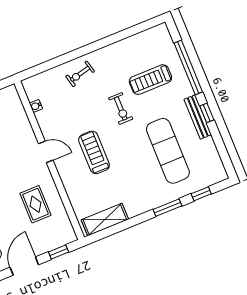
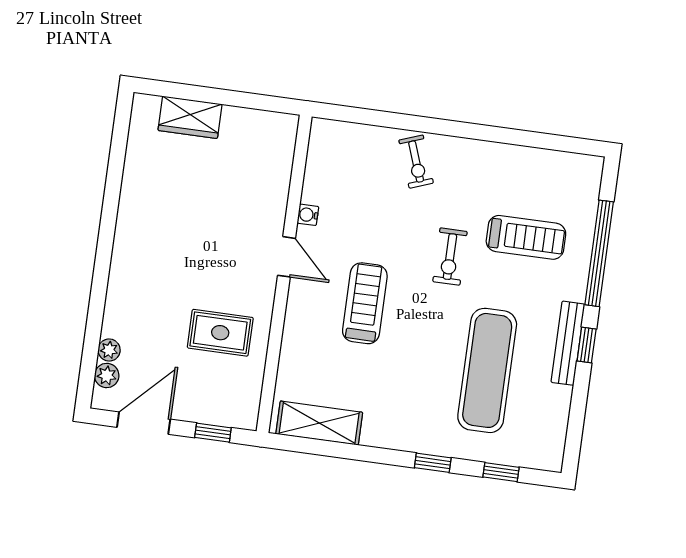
exercise bike: (80, 74) -> (416, 162), turned -96
treadmill: (150, 80) -> (526, 237), turned 180
water cooler: (36, 106) -> (308, 215), moved
rug: (35, 204) -> (220, 333), turned 90
window: (167, 208) -> (433, 463), width x0.67

